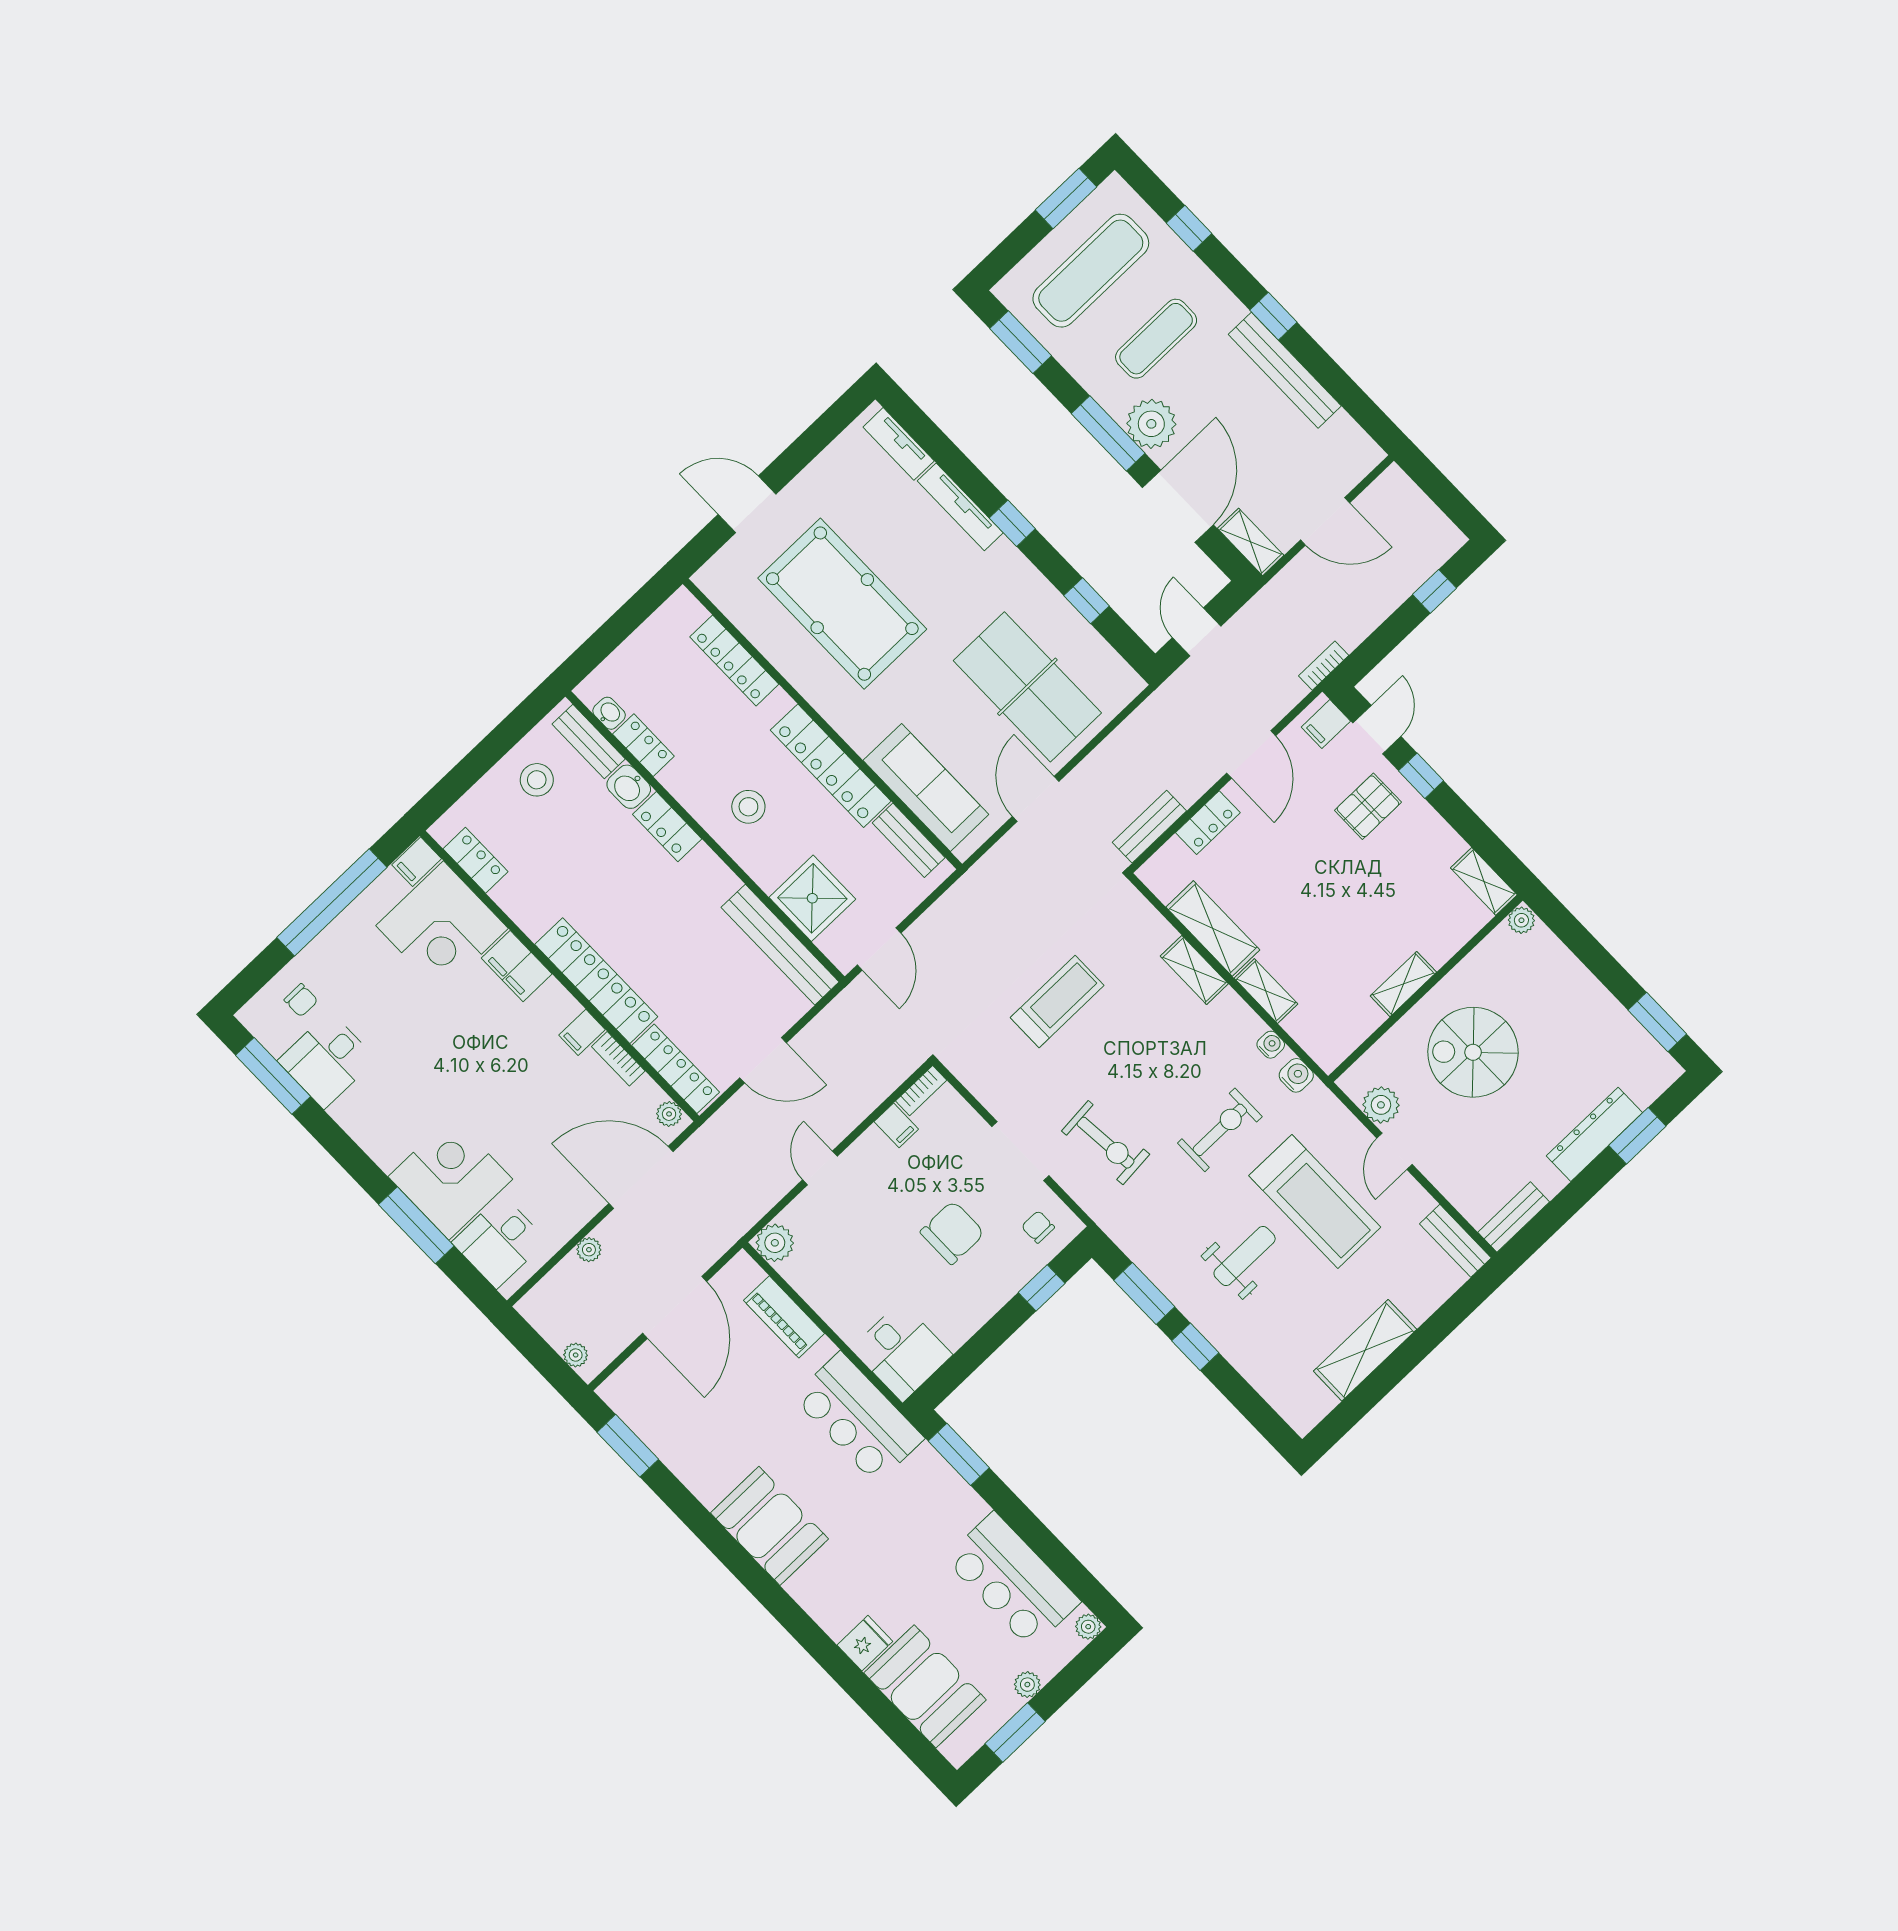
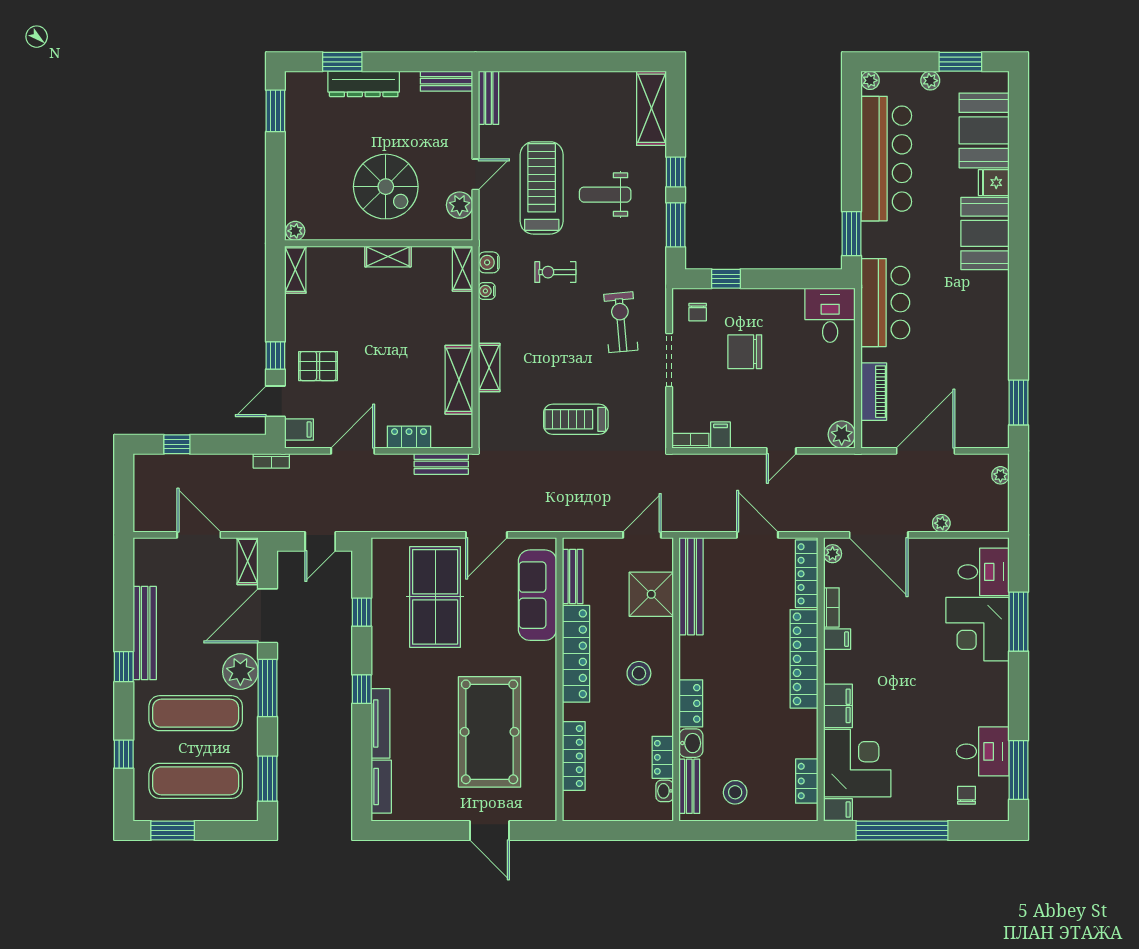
exercise mat: (1156, 339) -> (196, 713), width x1.36, depth x1.45
shelving: (1266, 991) -> (463, 269), moved
exercise bike: (1220, 1130) -> (555, 272), width x0.73, depth x0.72
shelving: (1365, 1350) -> (651, 108), moved, turned 90
booth: (769, 1526) -> (985, 233), moved
bar counter: (1012, 1580) -> (886, 159), width x1.36

